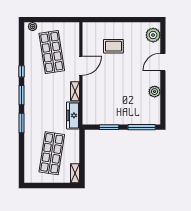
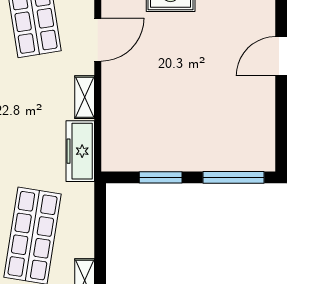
door: (163, 62) -> (281, 56), moved
plant: (155, 92) -> (262, 98), removed

